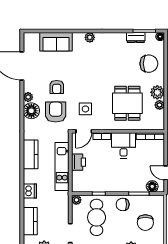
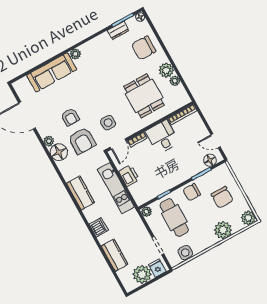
sofa: (56, 42) -> (52, 72), width x1.36
chair: (149, 64) -> (144, 48), turned 180
armchair: (56, 112) -> (82, 141), turned 180

